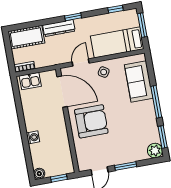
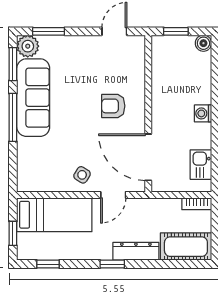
window: (142, 25) -> (13, 233), width x0.67
kitchen sink: (30, 81) -> (201, 165), moved, turned -90
sofa: (139, 81) -> (33, 98), moved, width x1.36
armchair: (91, 121) -> (113, 106), width x0.53, depth x0.53
washing machine: (33, 137) -> (203, 113), moved
window: (126, 166) -> (49, 31), moved

